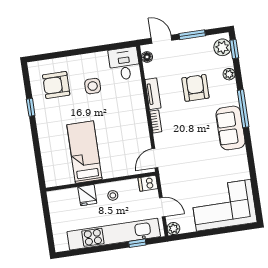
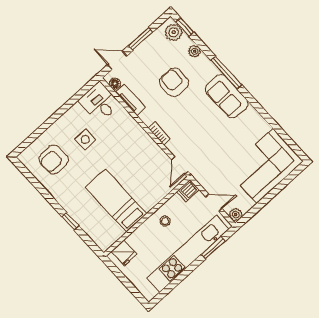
tv unit: (153, 94) -> (130, 100), moved
window: (31, 107) -> (70, 221), moved
fridge: (87, 195) -> (124, 253), moved
window: (137, 243) -> (213, 248), width x1.50

